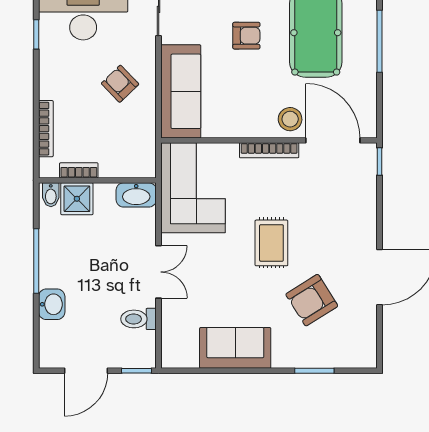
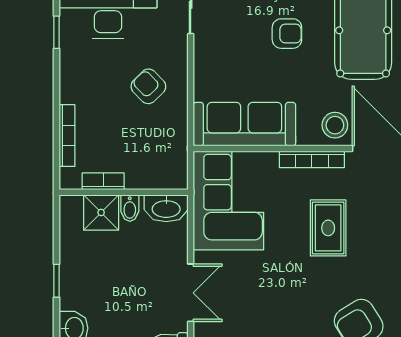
sofa: (181, 91) -> (244, 124), moved, turned -90
bidet: (51, 195) -> (130, 208), moved
rug: (271, 243) -> (328, 228), moved
window: (36, 261) -> (57, 281), width x0.46

